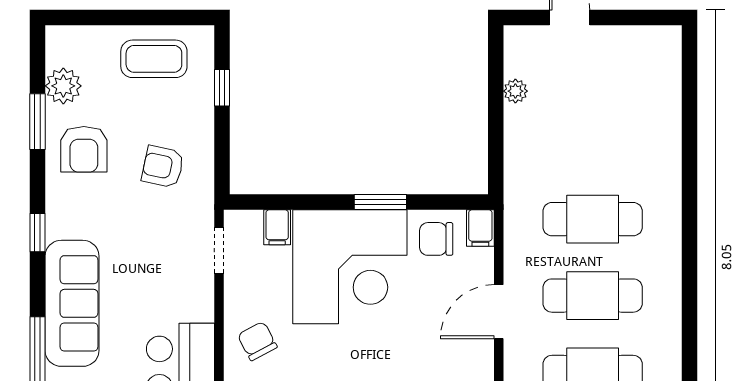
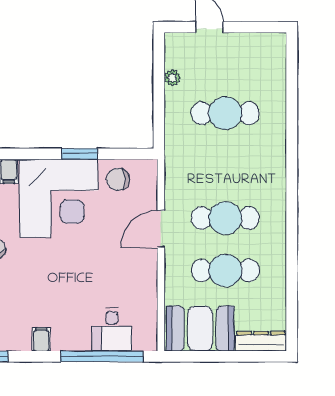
cafe table: (593, 219) -> (225, 113), moved
filing cabinet: (480, 228) -> (148, 172), removed

